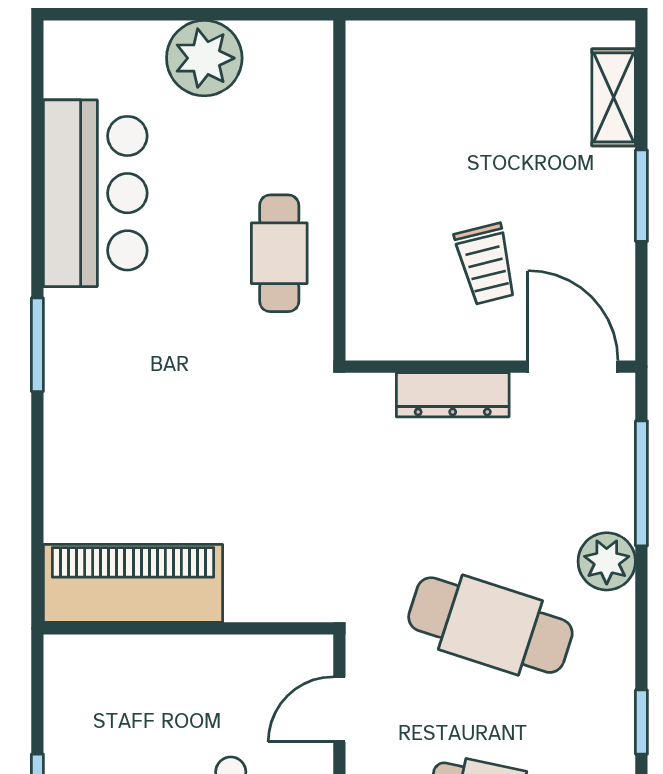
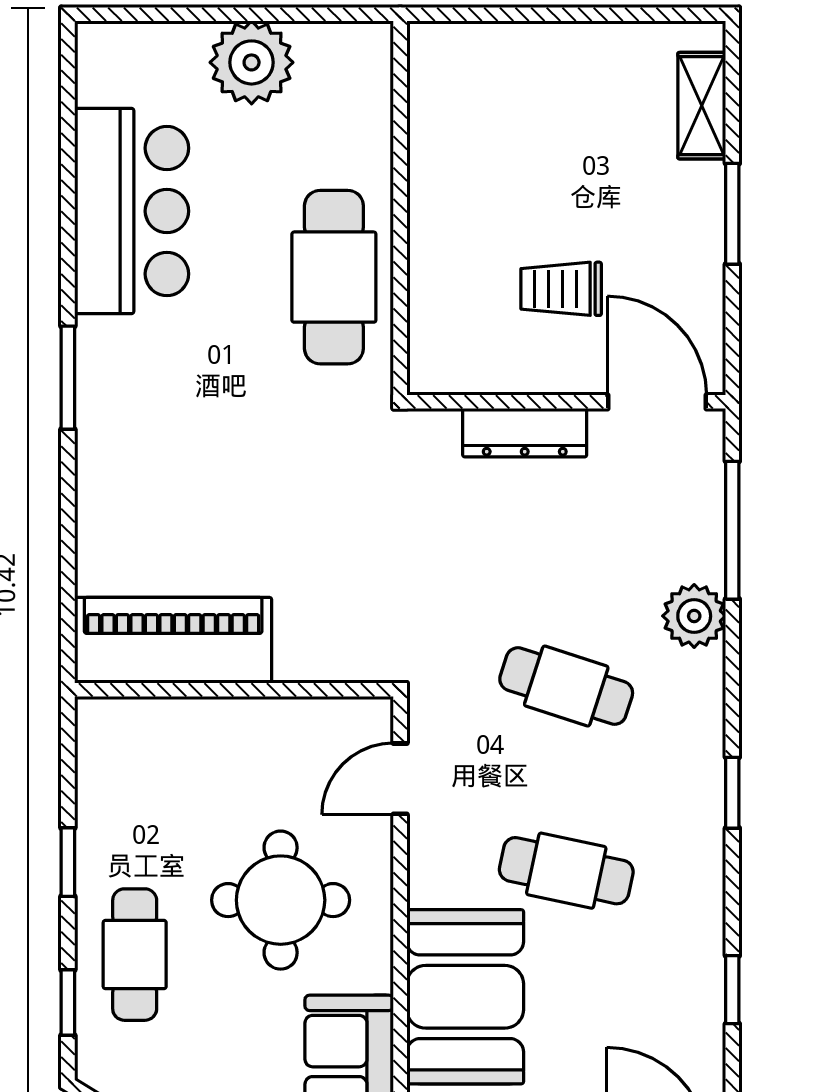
cafe table: (279, 253) -> (334, 277), width x1.37, depth x1.35
trolley: (486, 264) -> (561, 289), turned 104
cafe table: (490, 625) -> (566, 686), width x0.73, depth x0.74

